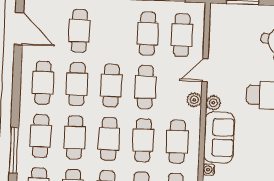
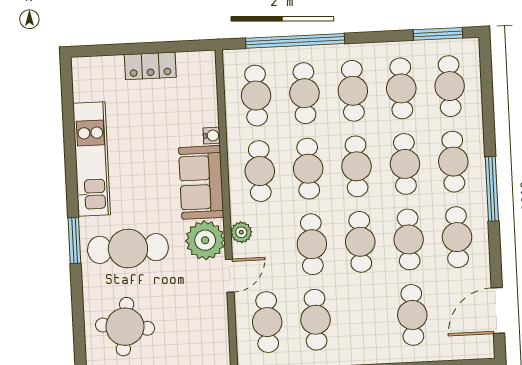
door: (19, 28) -> (498, 310), hinge flipped
plant: (213, 103) -> (205, 240), width x1.88, depth x1.88
window: (14, 150) -> (492, 189), moved

